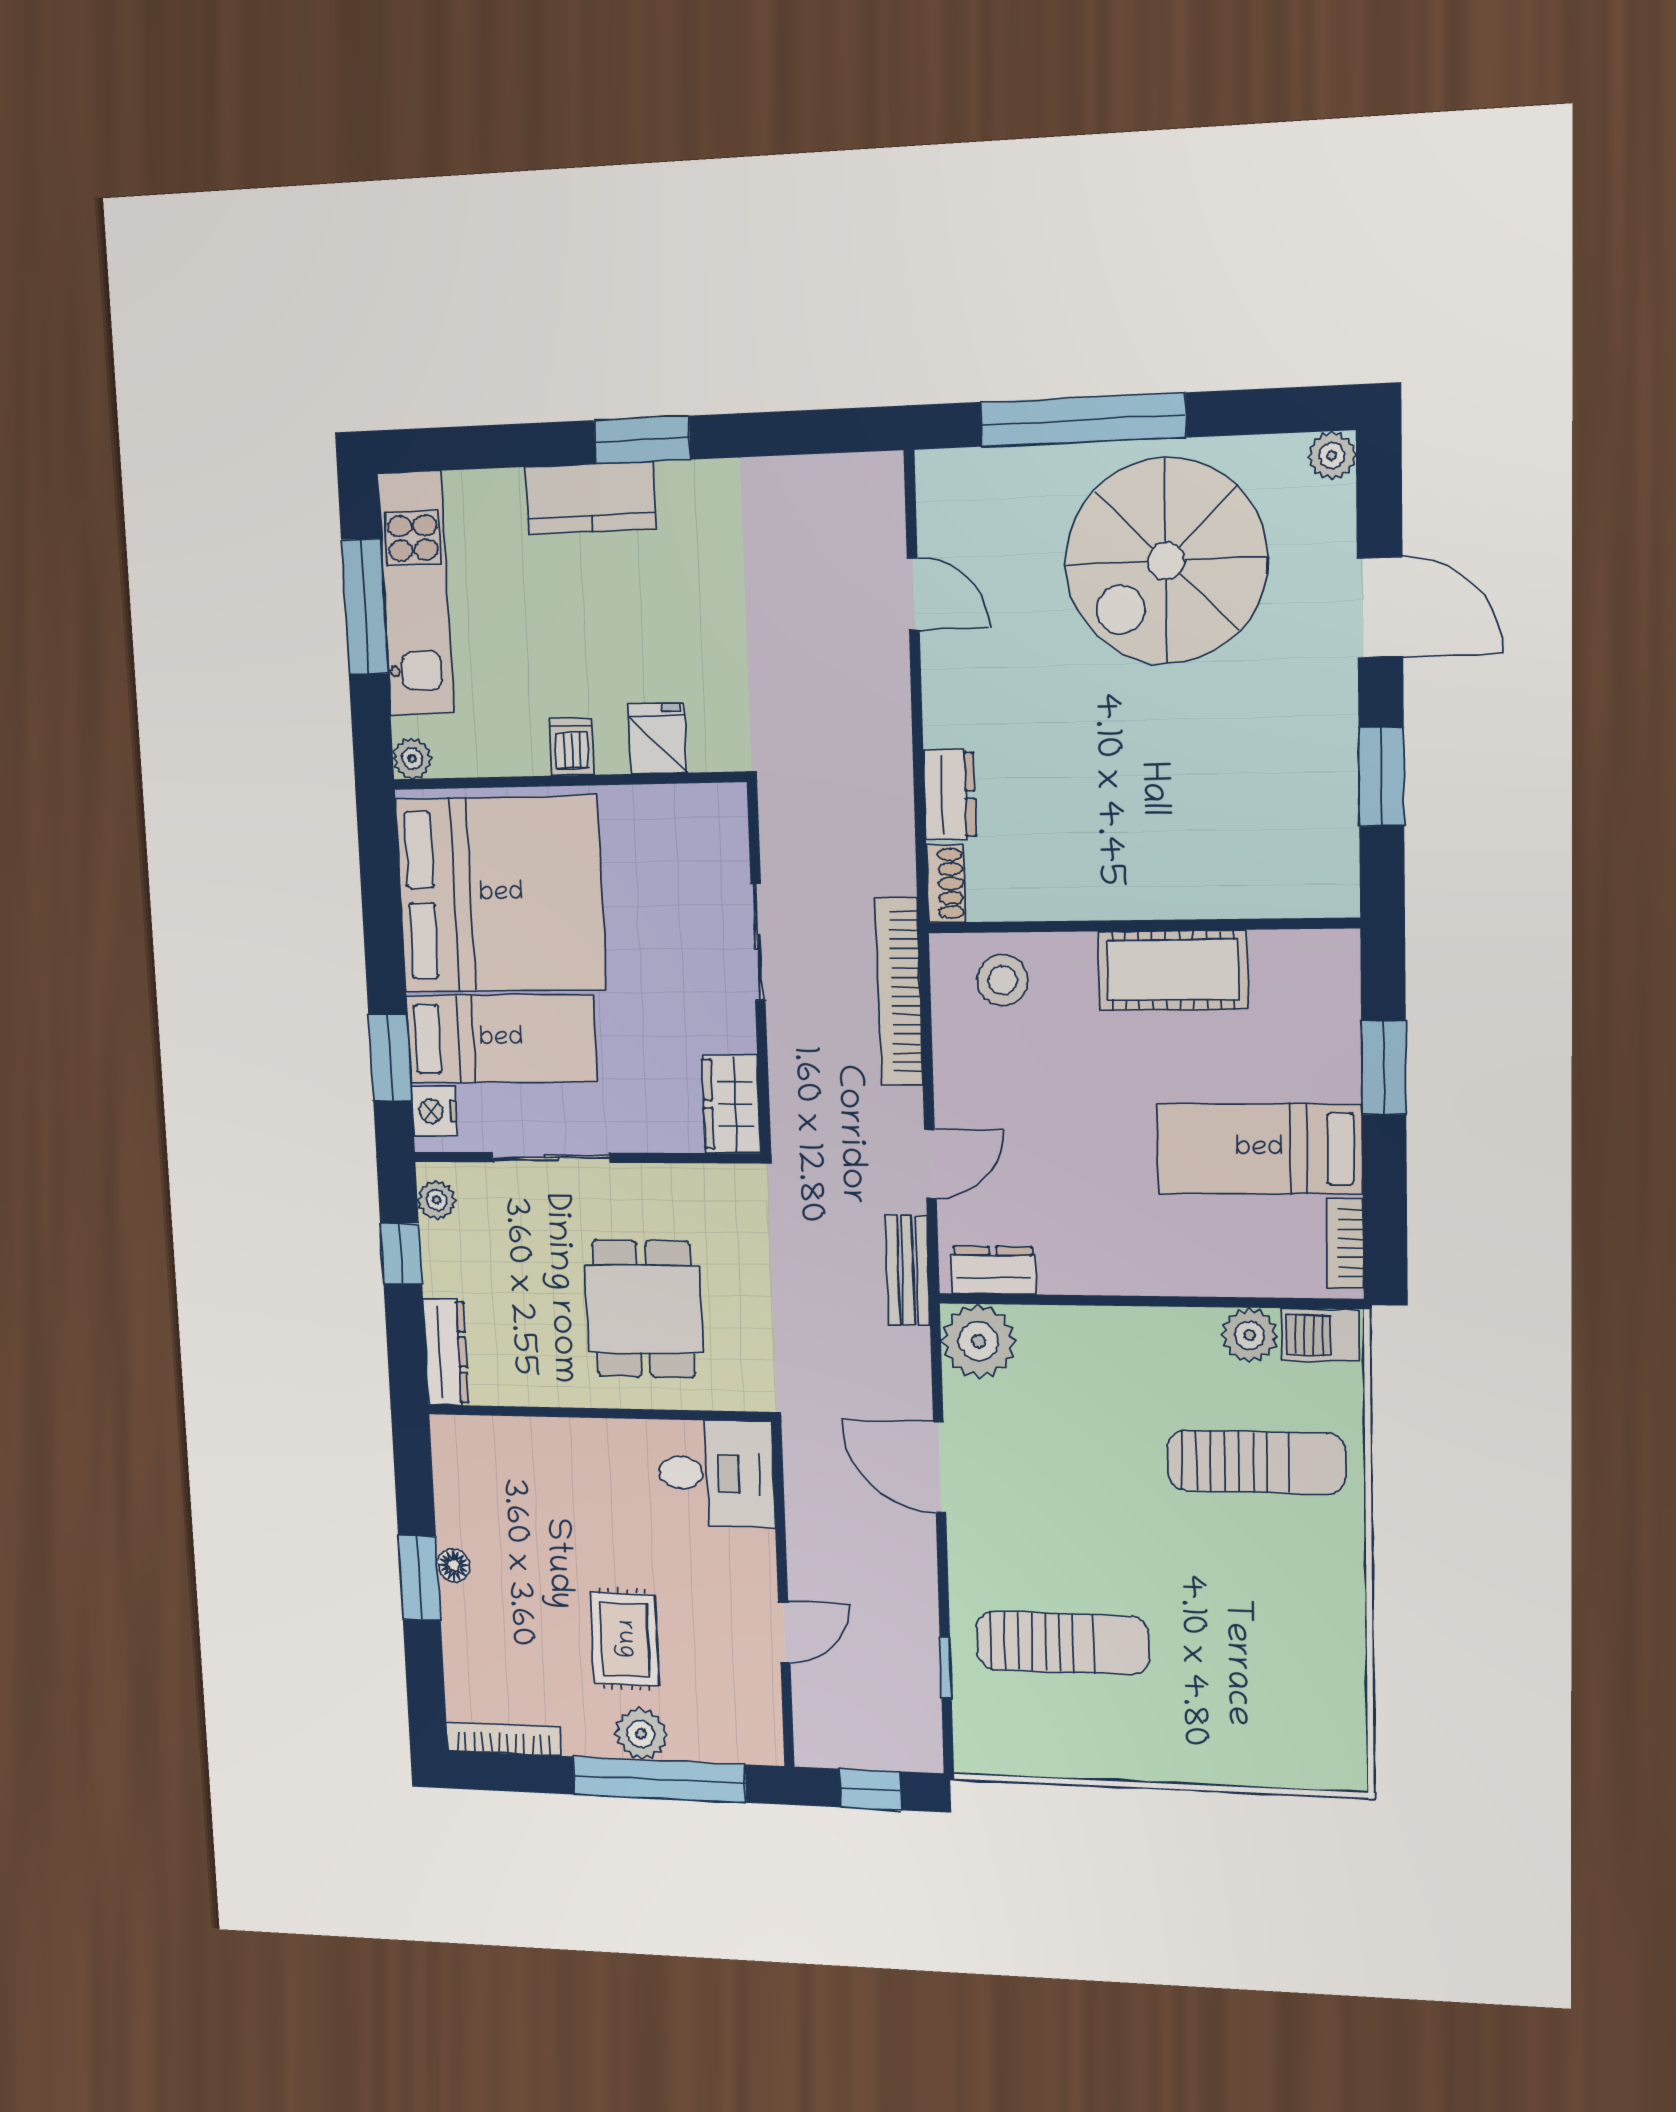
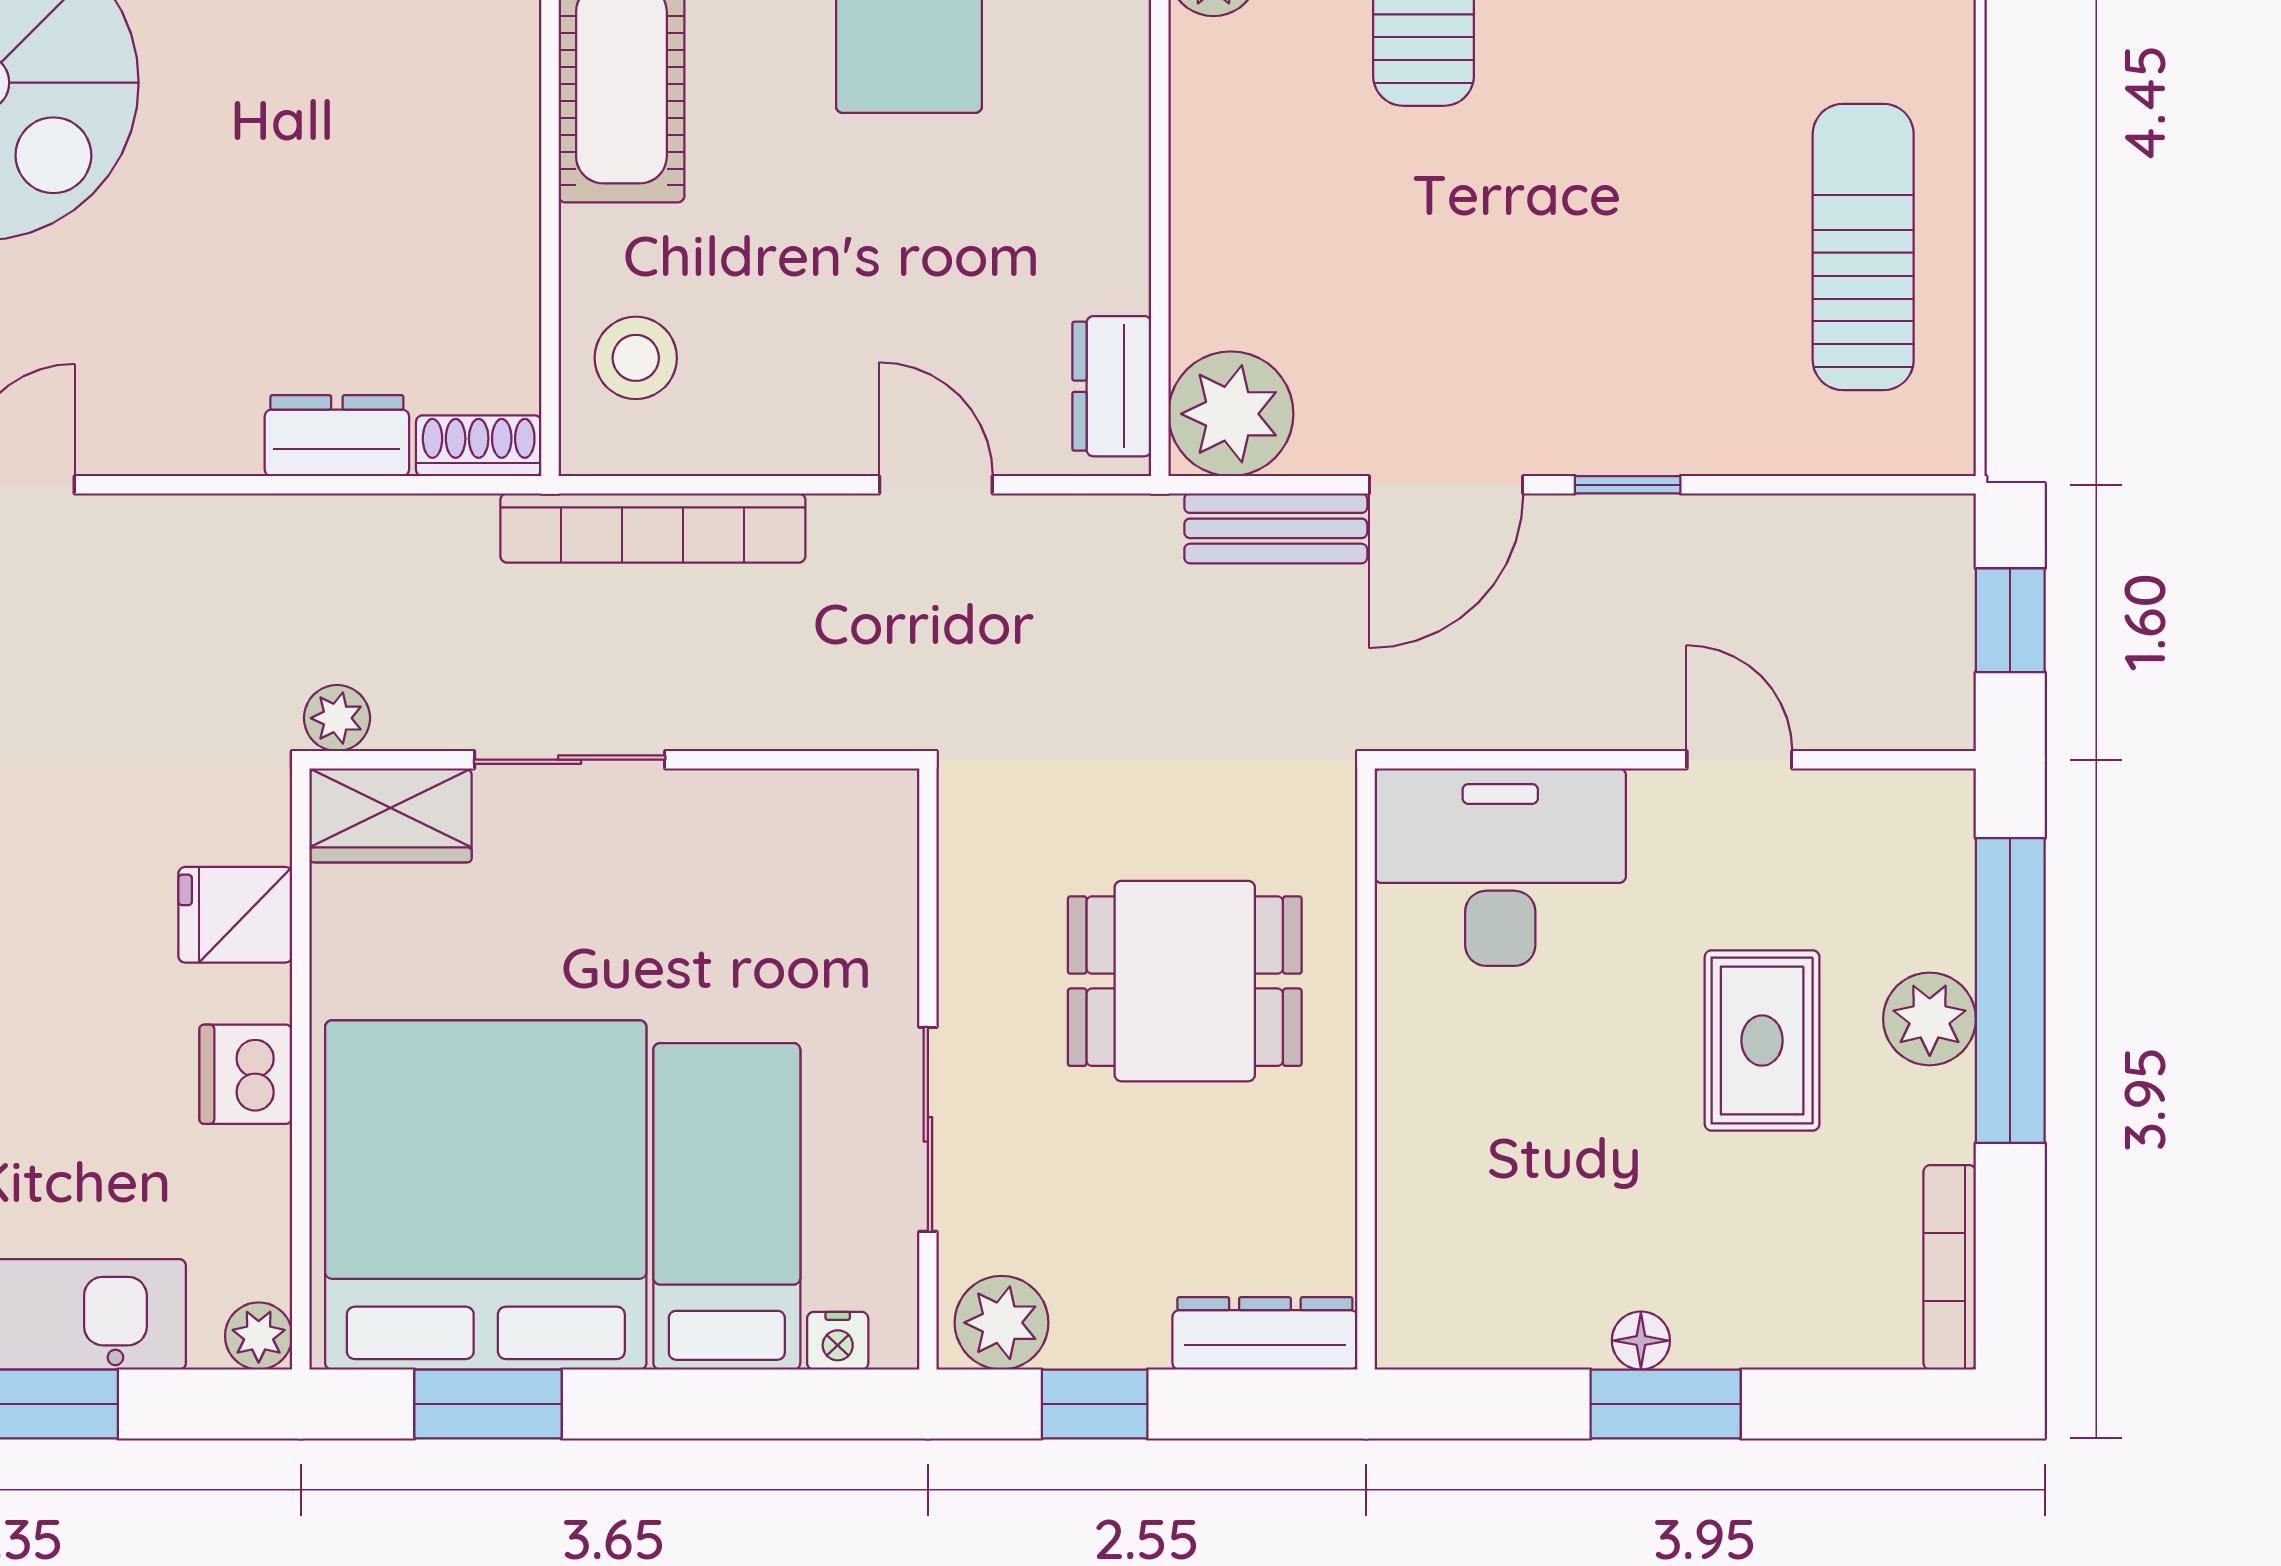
dishwasher: (572, 747) -> (246, 1074), width x1.38
plant: (778, 798) -> (337, 718), added
window: (390, 1058) -> (488, 1404), moved
wardrobe: (731, 1104) -> (391, 815), moved
nightstand: (434, 1111) -> (838, 1341), width x0.72, depth x0.74
plant: (436, 1200) -> (1002, 1323), width x1.38, depth x1.38
bench: (908, 1270) -> (1276, 528), moved
desk: (716, 1474) -> (1500, 867), width x1.37
rug: (625, 1639) -> (1762, 1041), turned 90
sun lounger: (1063, 1643) -> (1863, 247), moved
window: (946, 1668) -> (1628, 485), moved

